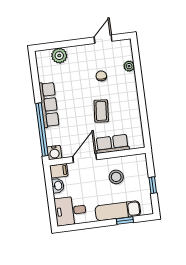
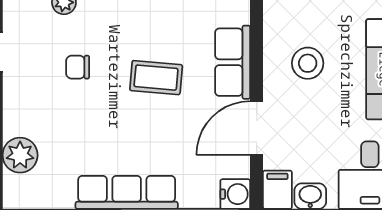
door: (85, 158) -> (257, 128), hinge flipped

